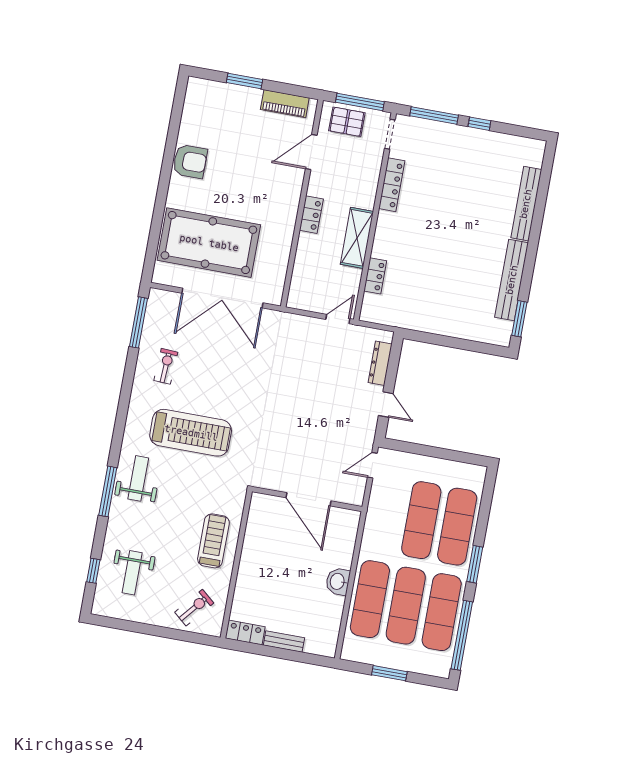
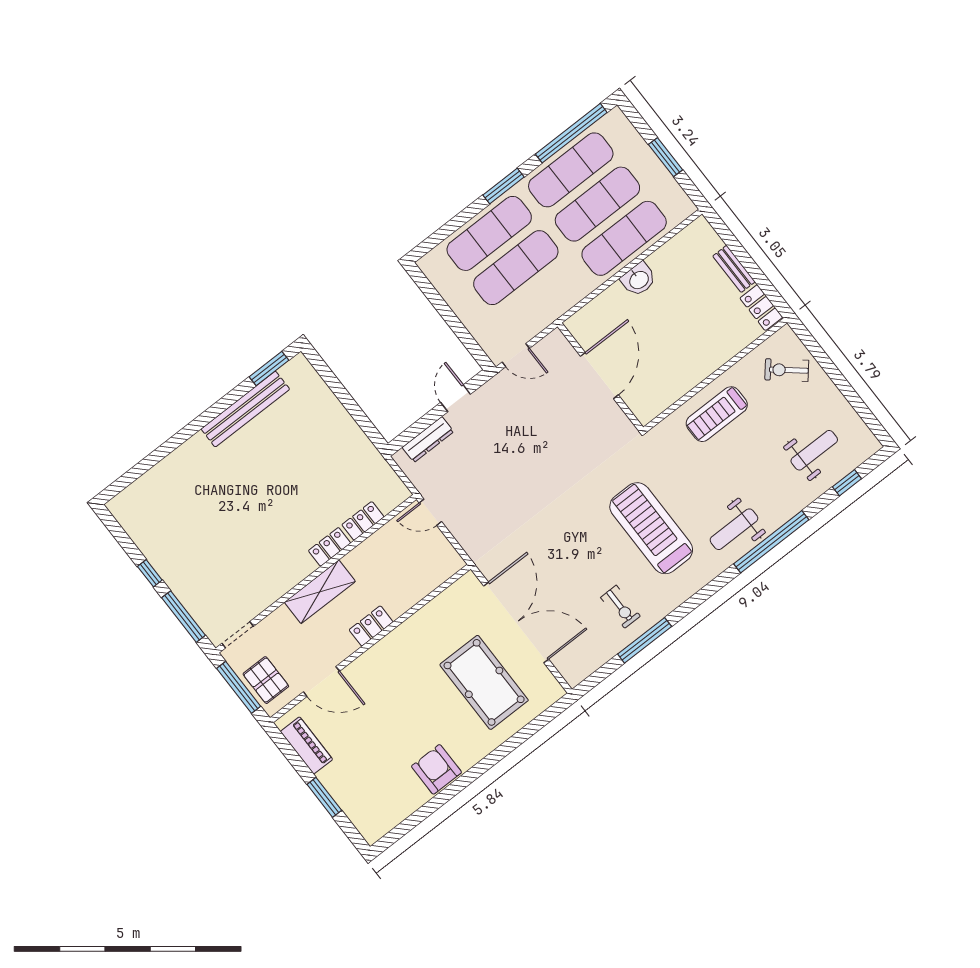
locker: (392, 185) -> (330, 547), moved, width x0.66
bench: (526, 204) -> (172, 465), removed
shelving: (357, 238) -> (320, 592), moved
pool table: (209, 243) -> (484, 682), width x0.73, depth x0.76
window: (139, 322) -> (645, 640), moved
exercise bike: (166, 366) -> (620, 607), turned -93
window: (108, 491) -> (771, 542), width x1.46

